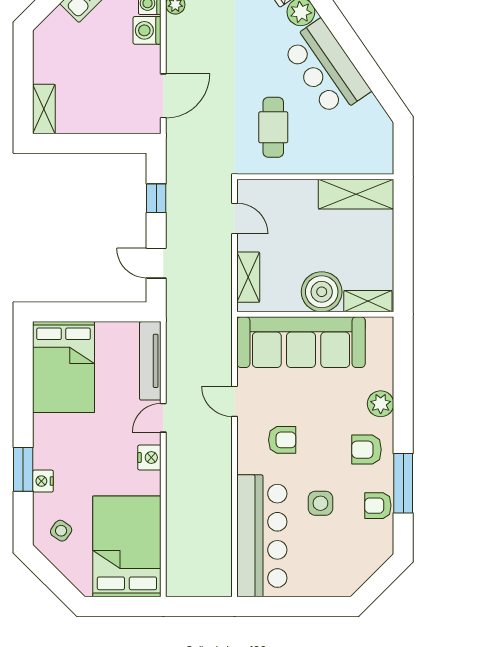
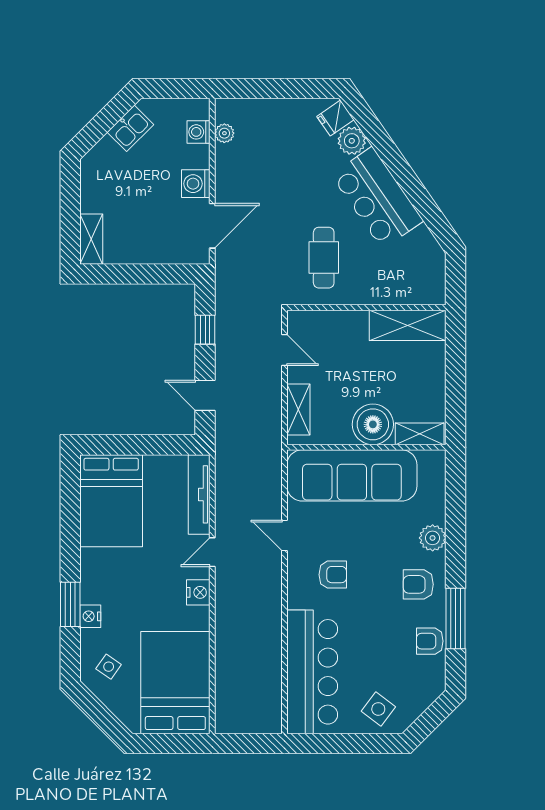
washing machine: (147, 30) -> (196, 184), moved
side table: (320, 503) -> (378, 709), moved, turned 37

